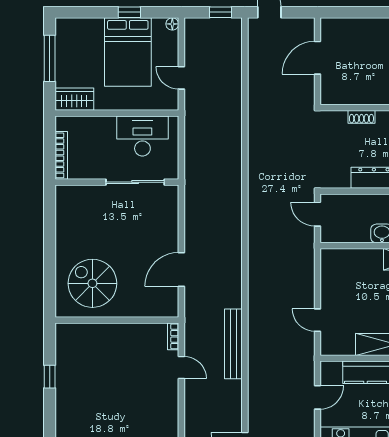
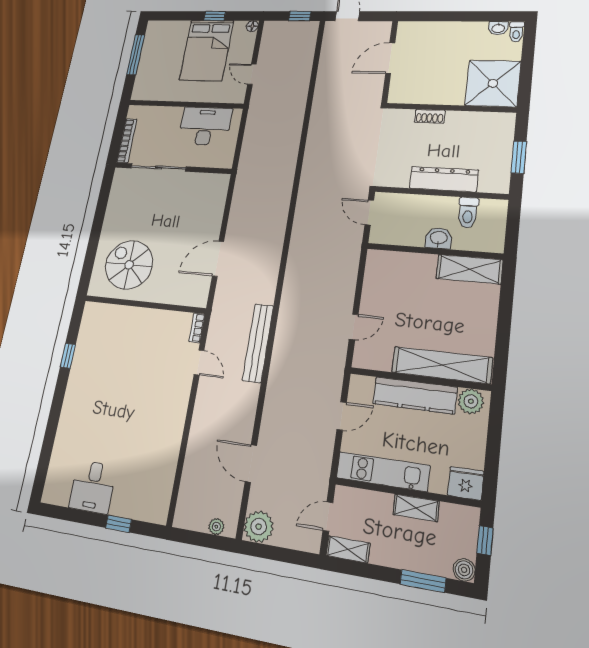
wardrobe: (74, 99) -> (150, 91), removed
sliding door: (135, 182) -> (159, 167), moved
door: (318, 320) -> (354, 327), swing flipped

